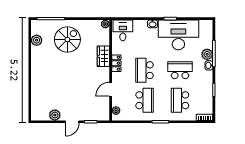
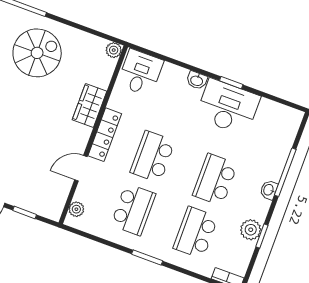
desk: (178, 35) -> (228, 107), width x0.73, depth x0.77
plant: (207, 54) -> (251, 230), moved
locker: (116, 63) -> (105, 135), width x1.53
school desk: (180, 70) -> (215, 180), turned -90

